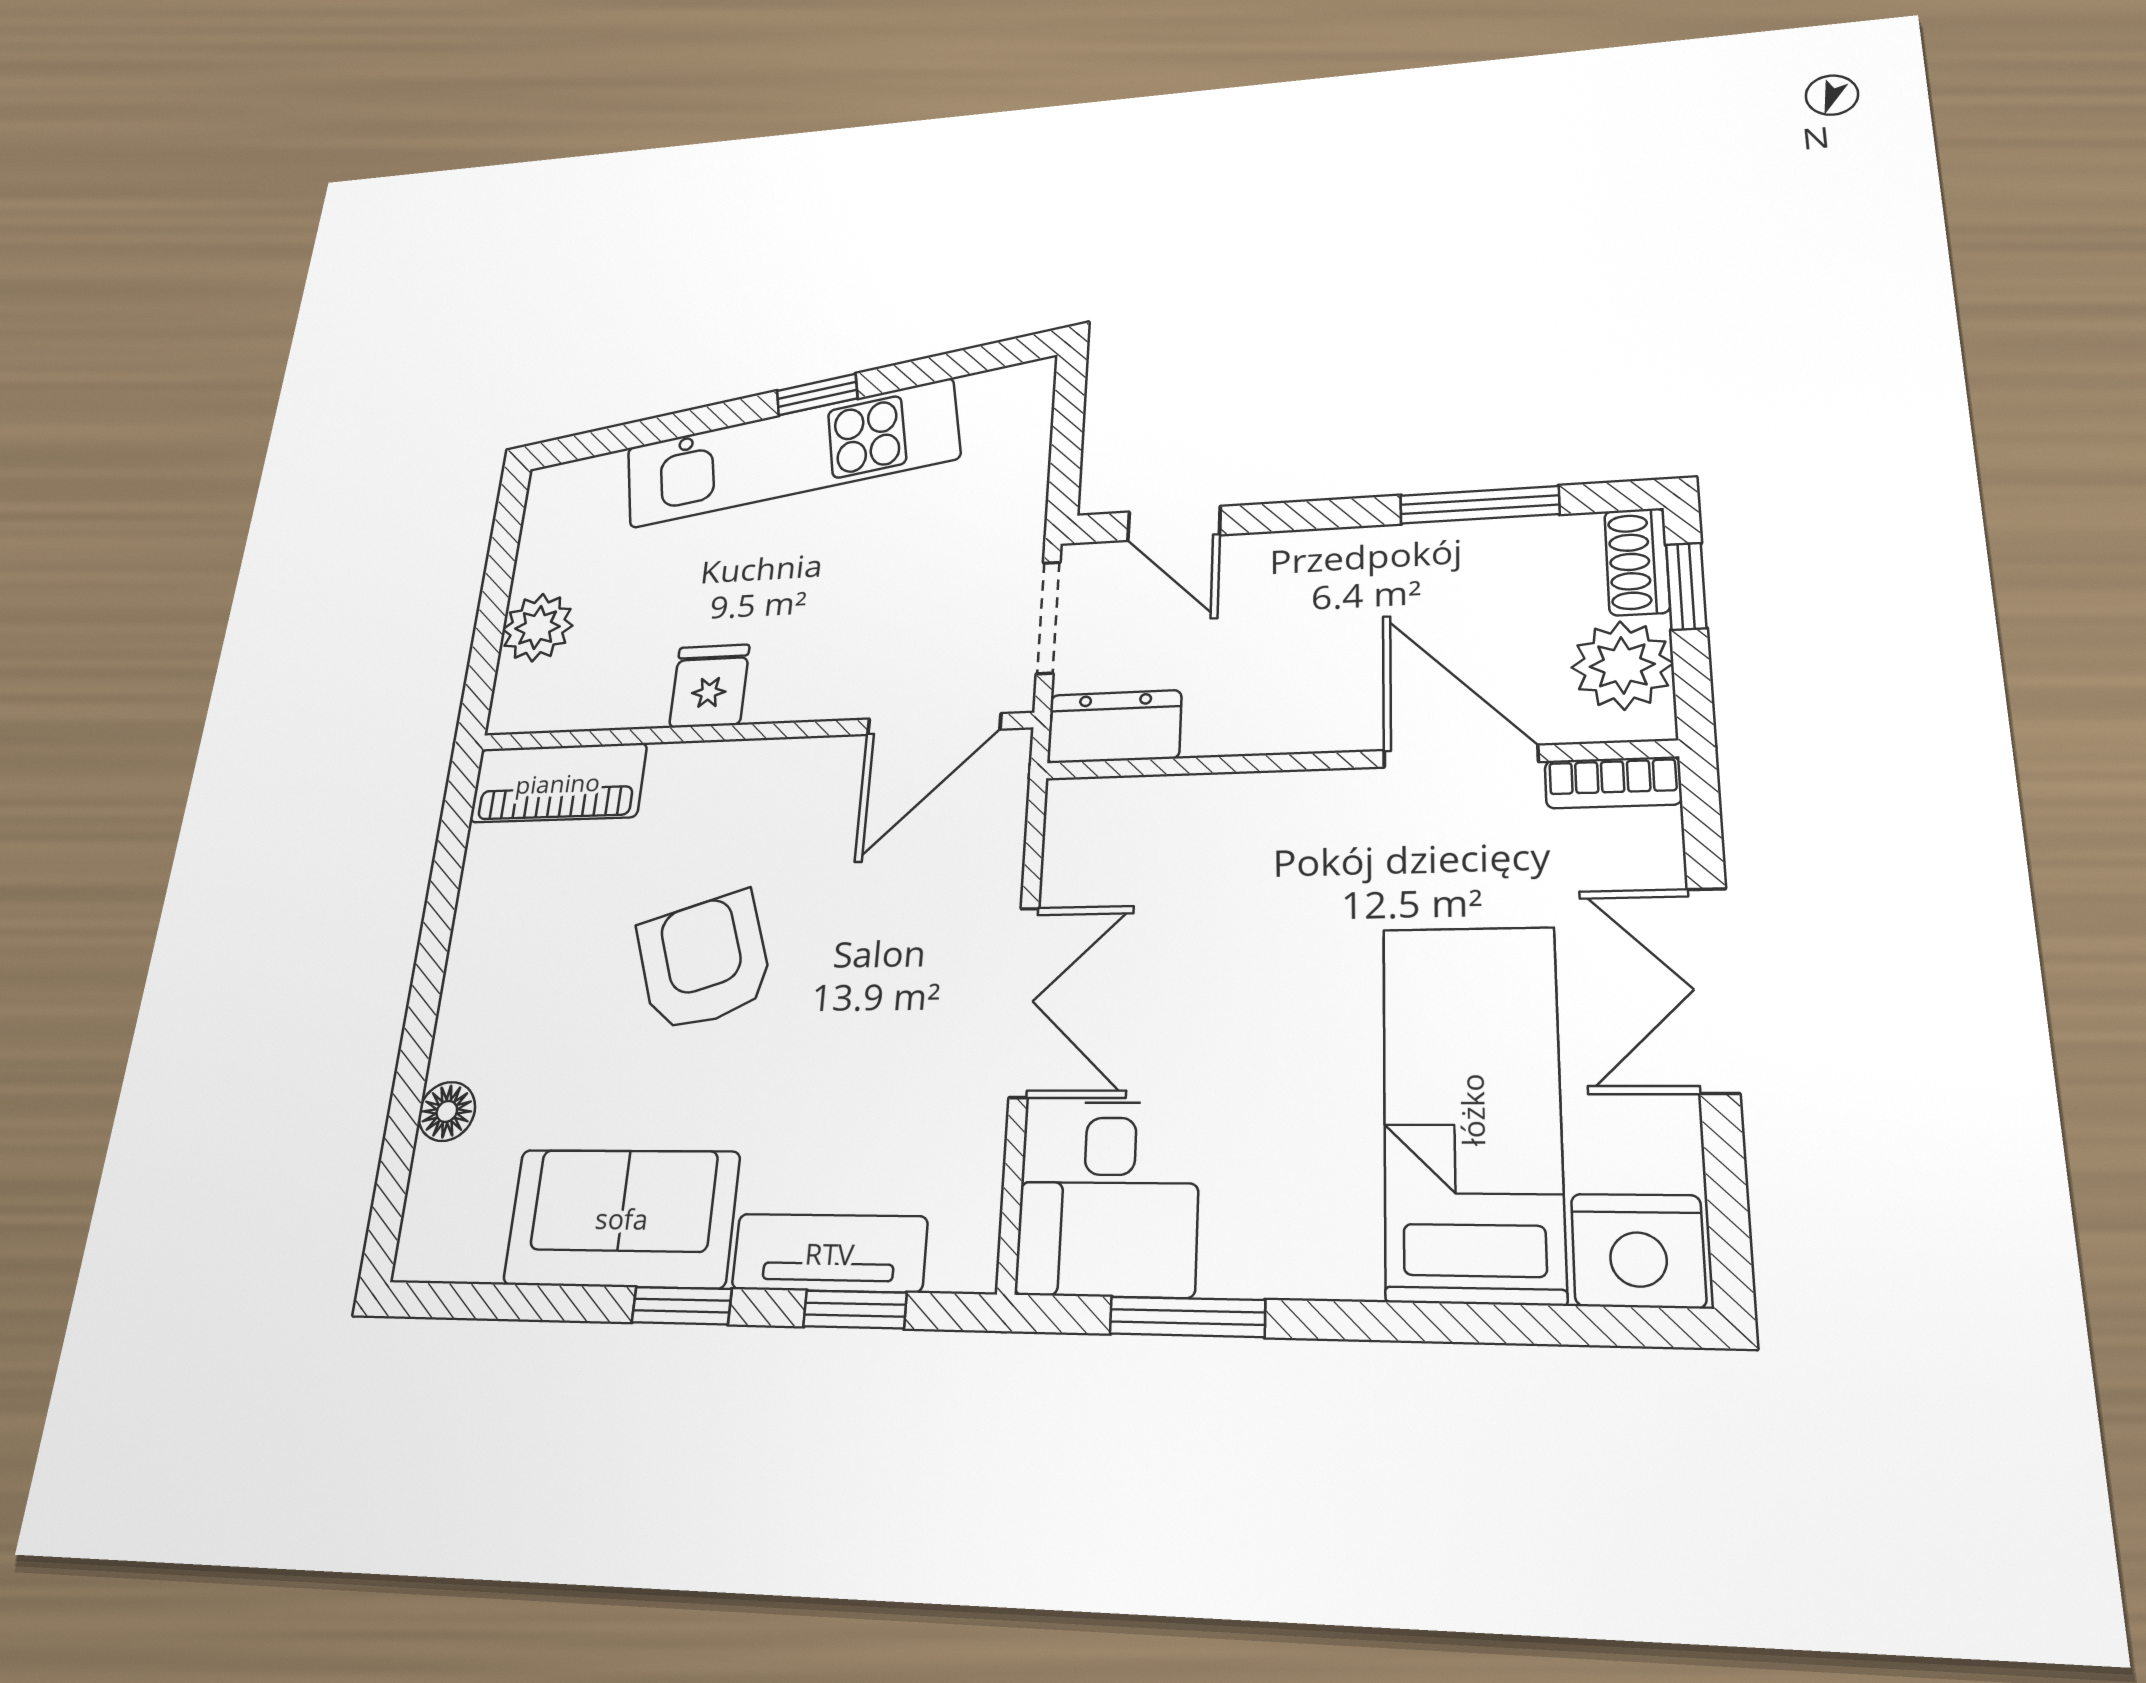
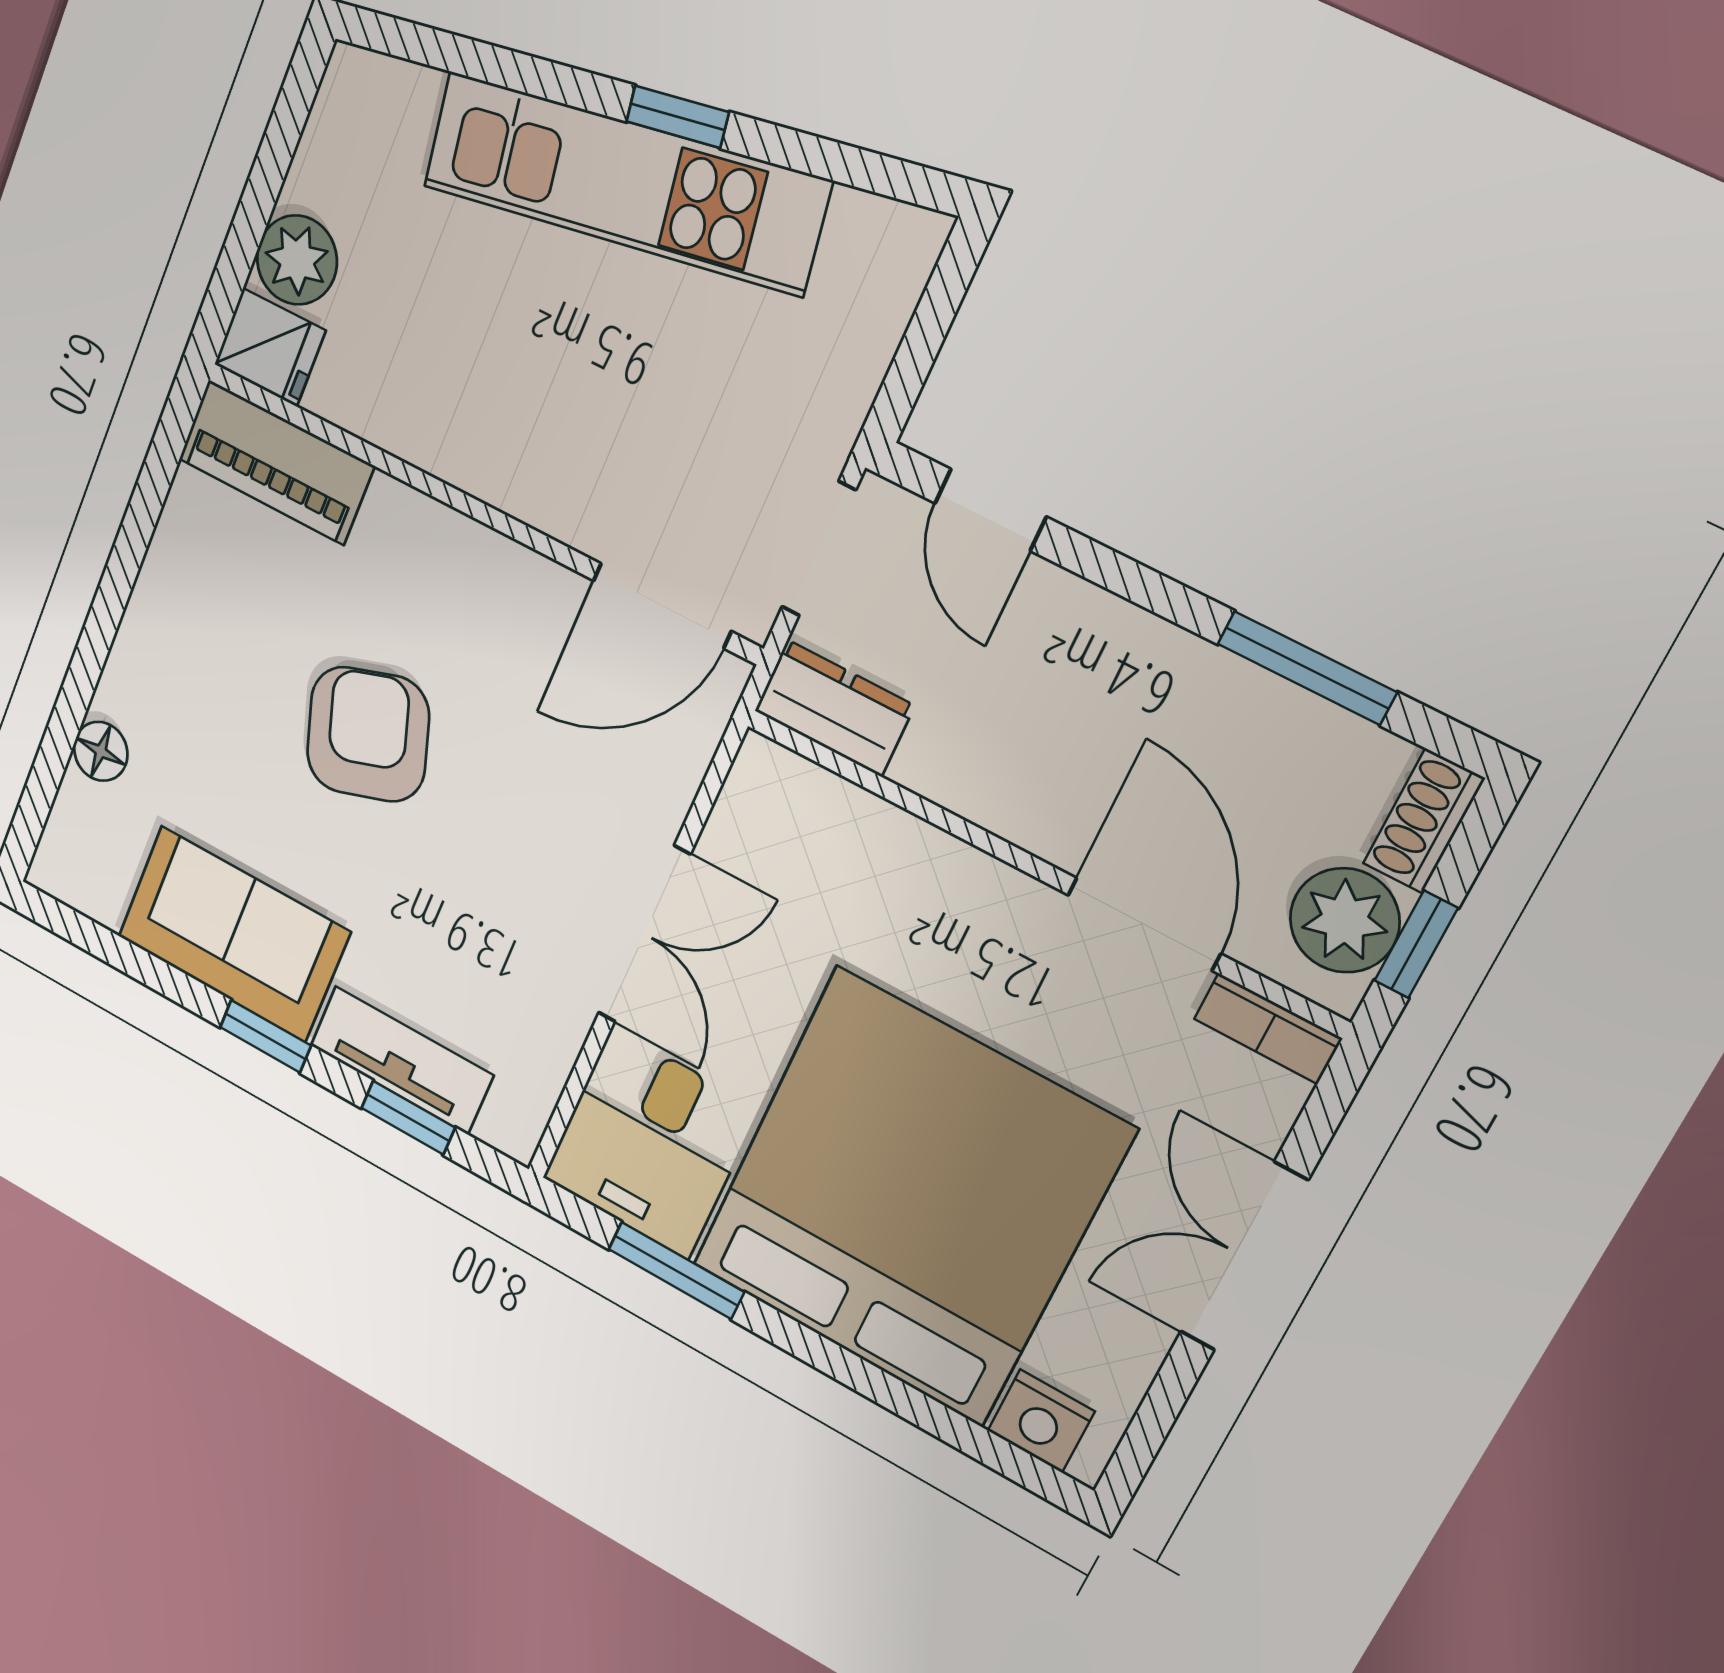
window: (1686, 586) -> (1416, 944), moved
fridge: (709, 686) -> (270, 347), moved, turned 90
bed: (1472, 1110) -> (910, 1198), width x2.04
nightstand: (1638, 1250) -> (1041, 1421), width x0.74, depth x0.75

